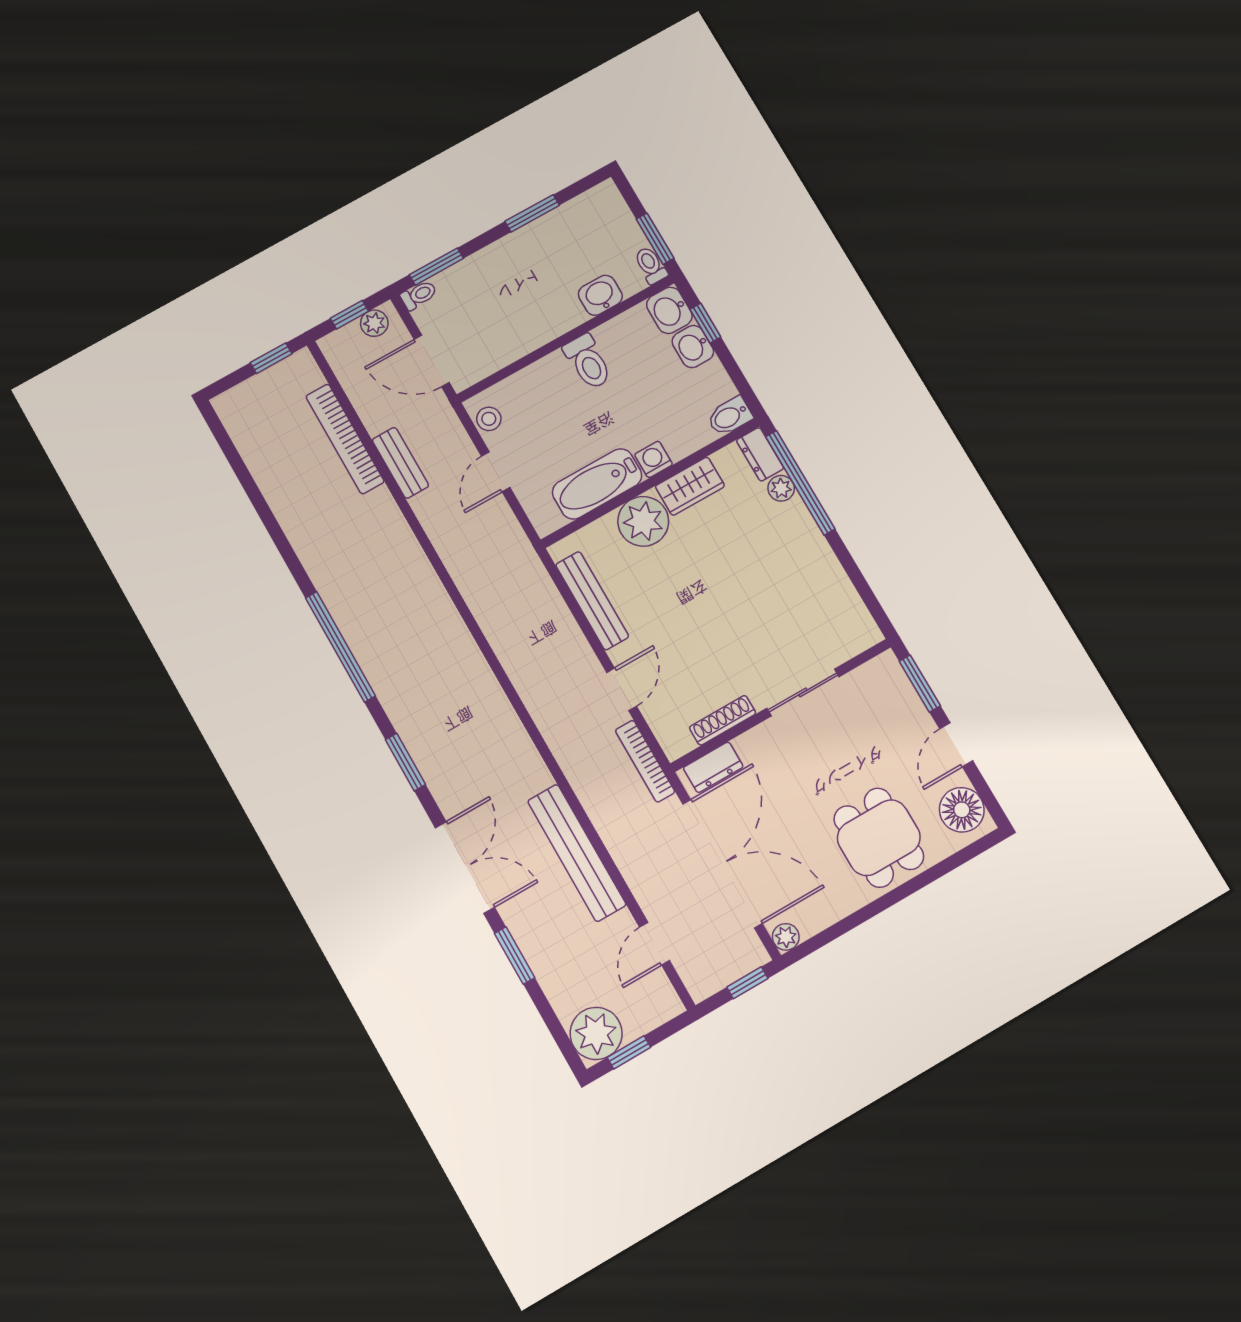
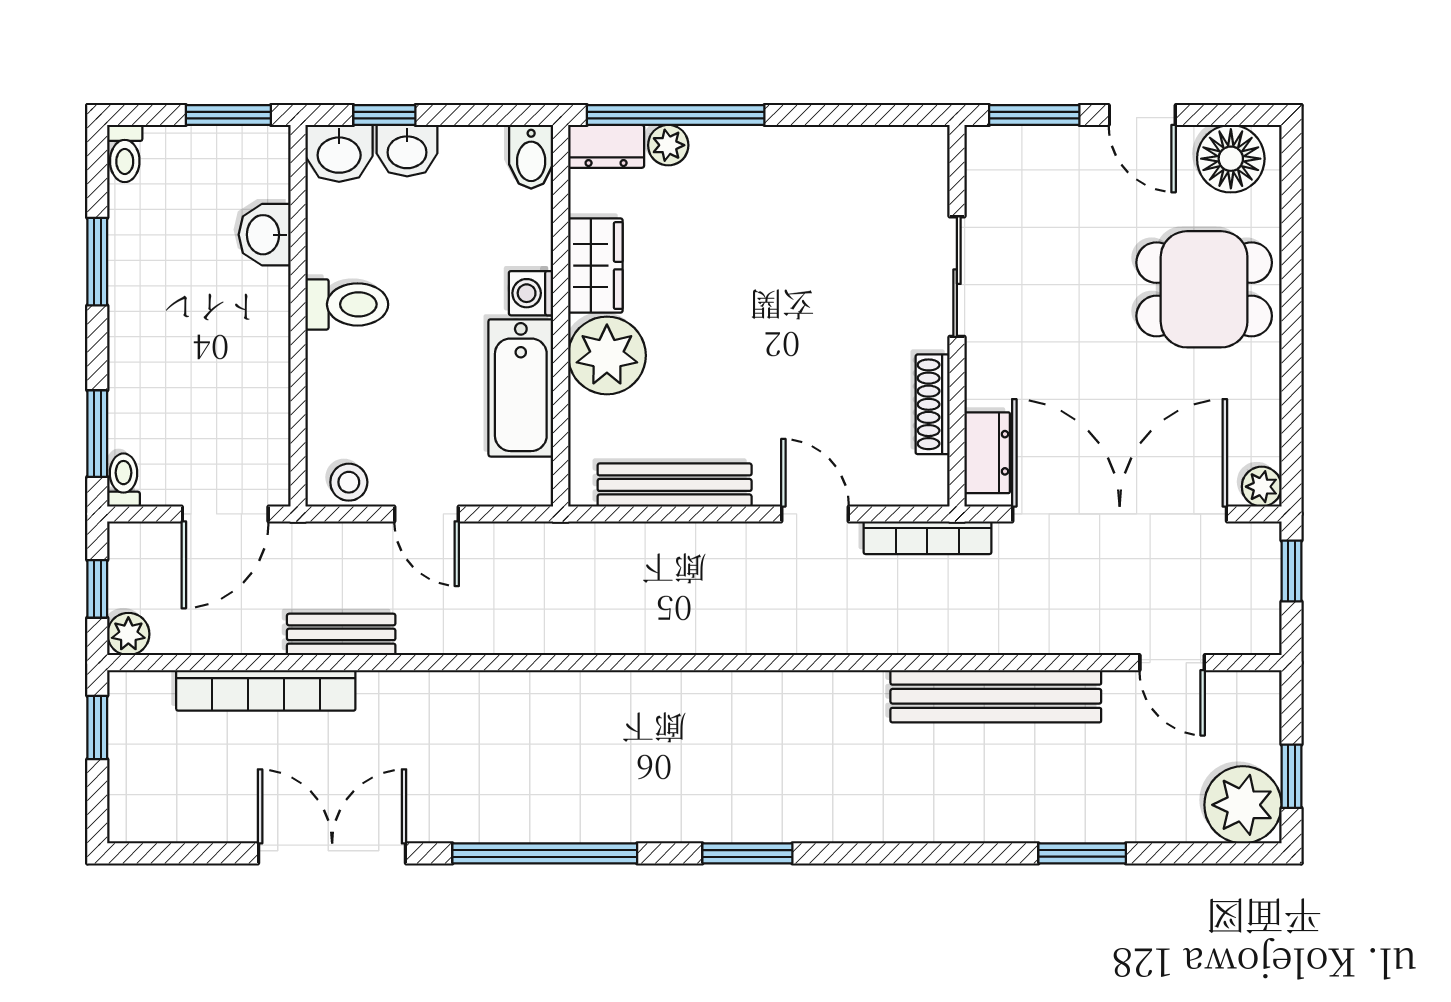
toilet: (651, 265) -> (125, 154), moved, turned -90
plant: (374, 323) -> (128, 634), moved
double door: (465, 867) -> (332, 853), moved

